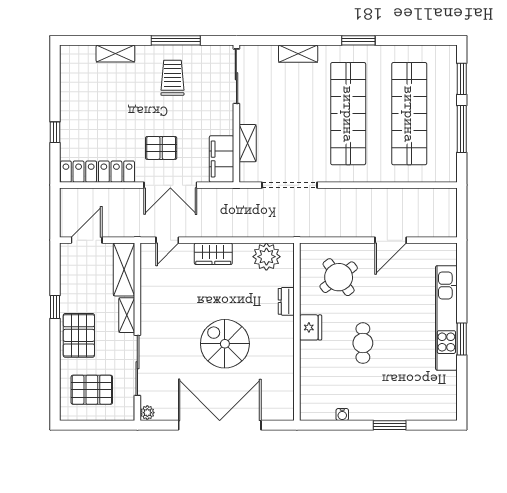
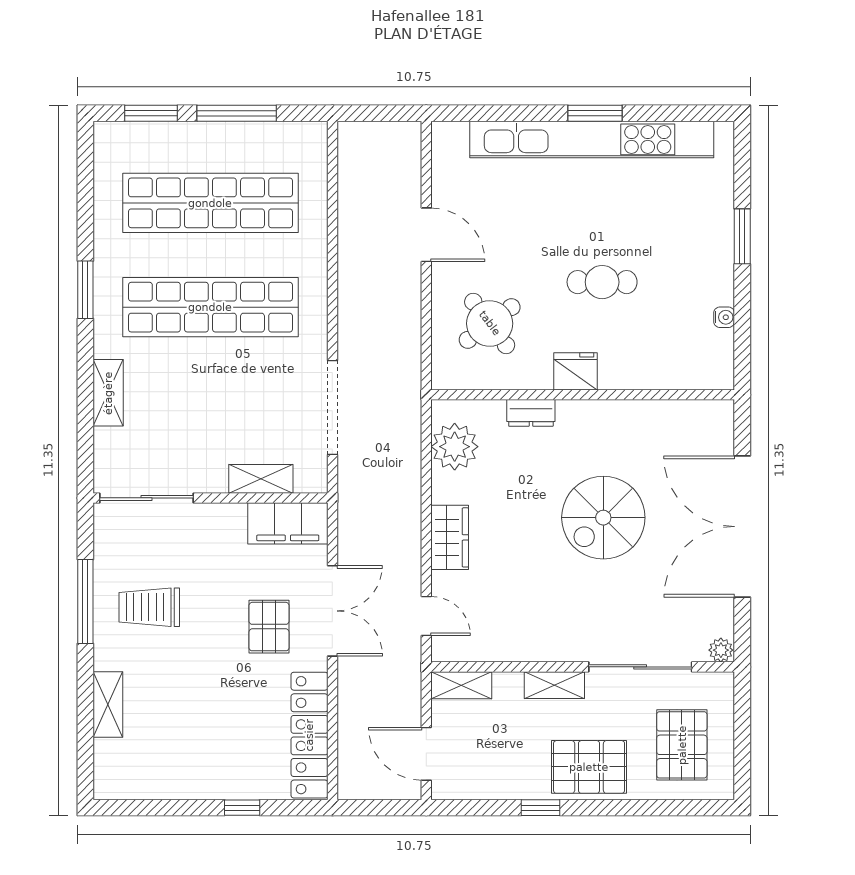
shelving: (124, 269) -> (461, 685), width x0.67, depth x0.75
kitchen unit: (446, 318) -> (592, 139), width x1.36

